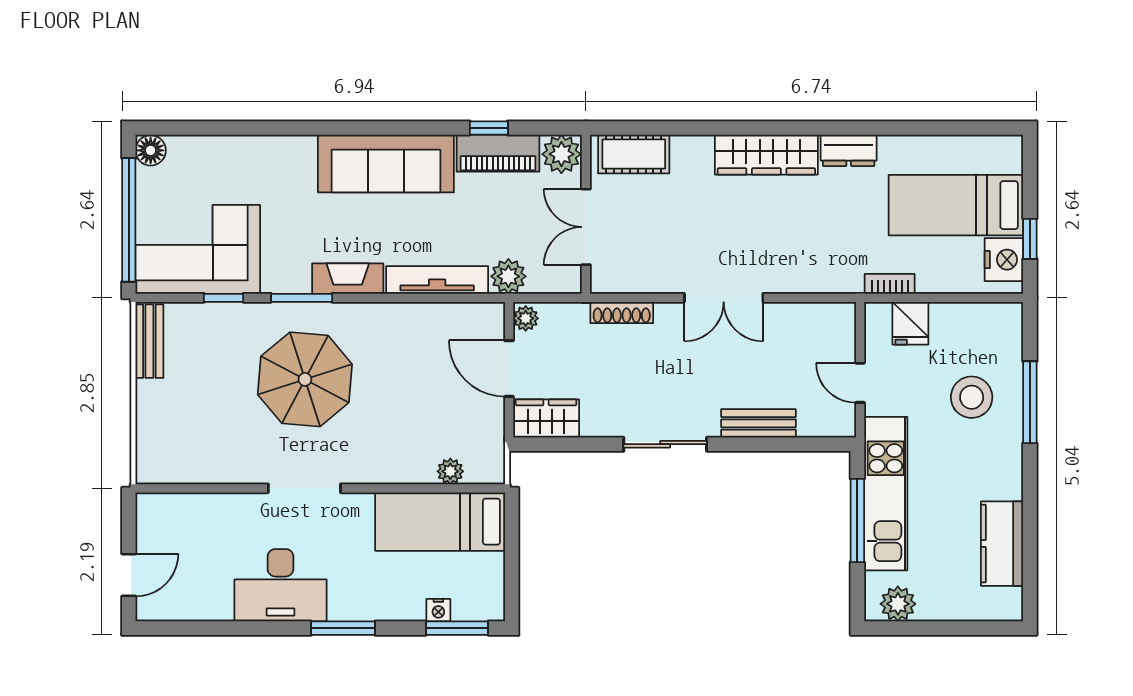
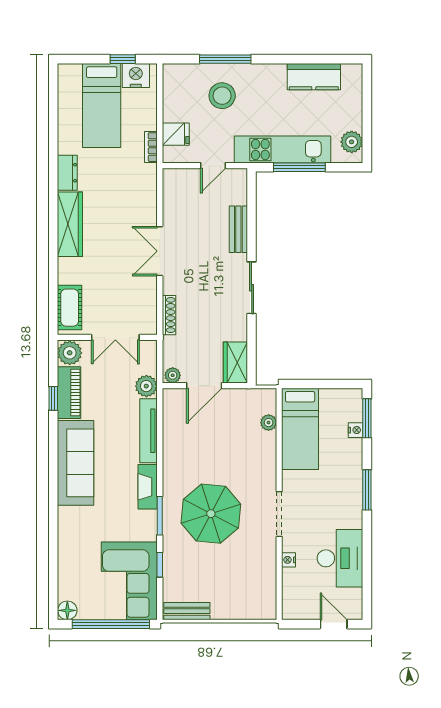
double door: (724, 298) -> (160, 251), swing flipped
nightstand: (231, 503) -> (289, 560), added
desk: (280, 585) -> (340, 558), moved

